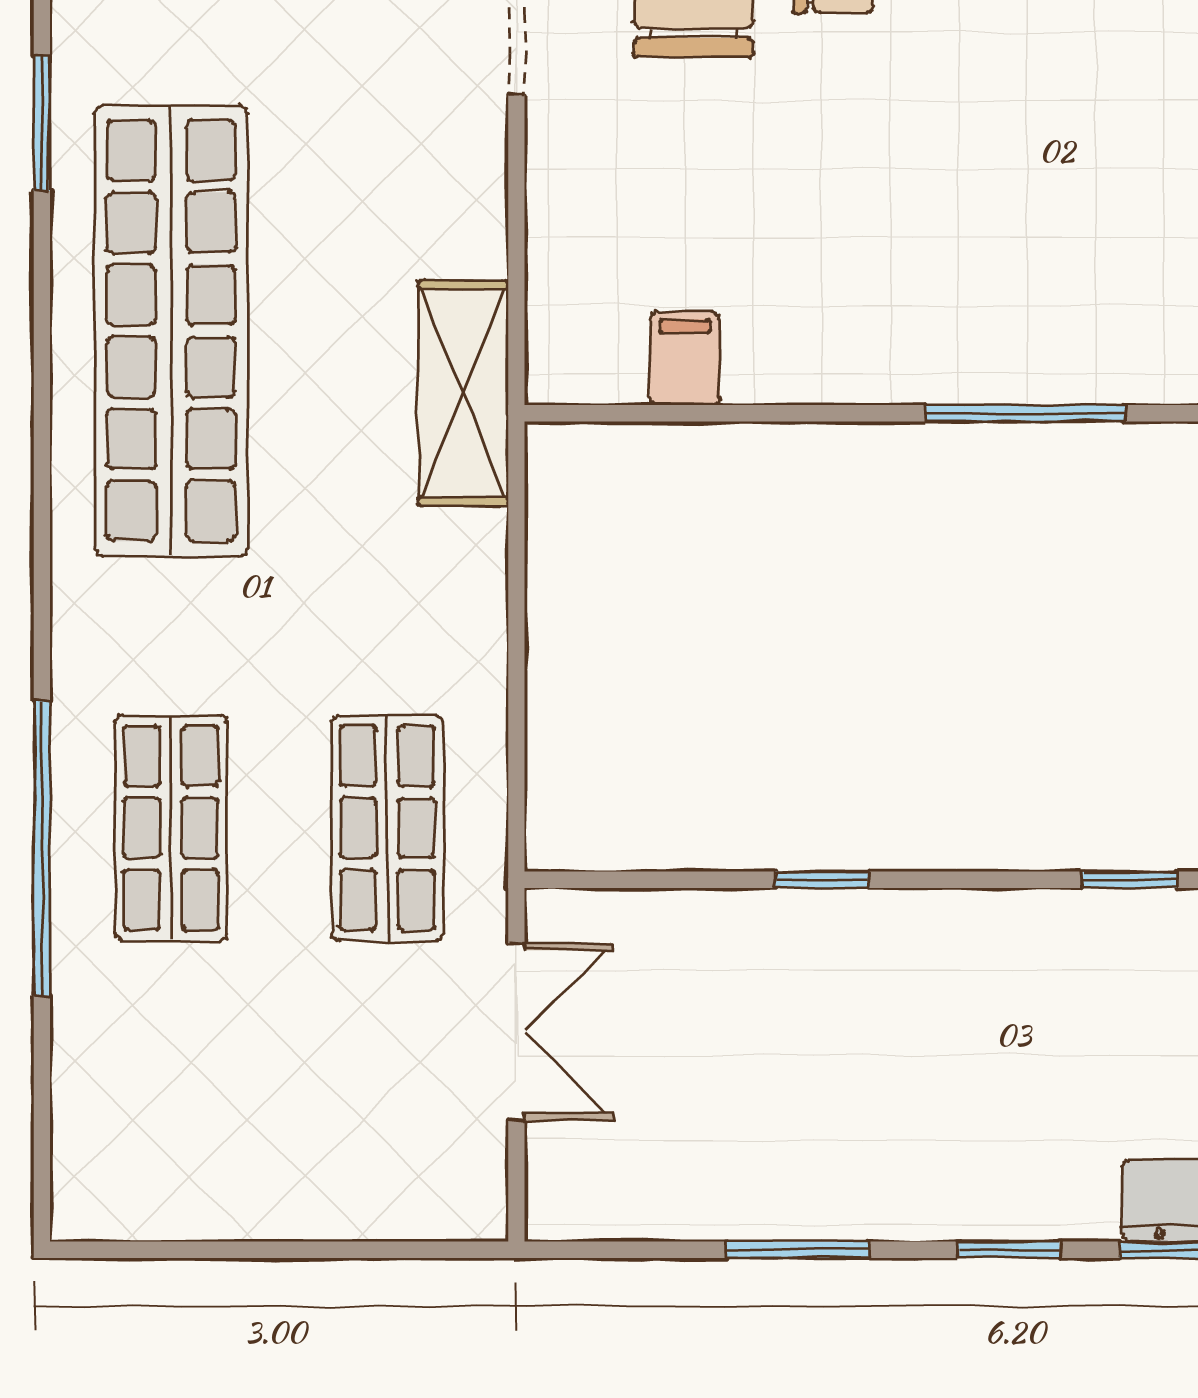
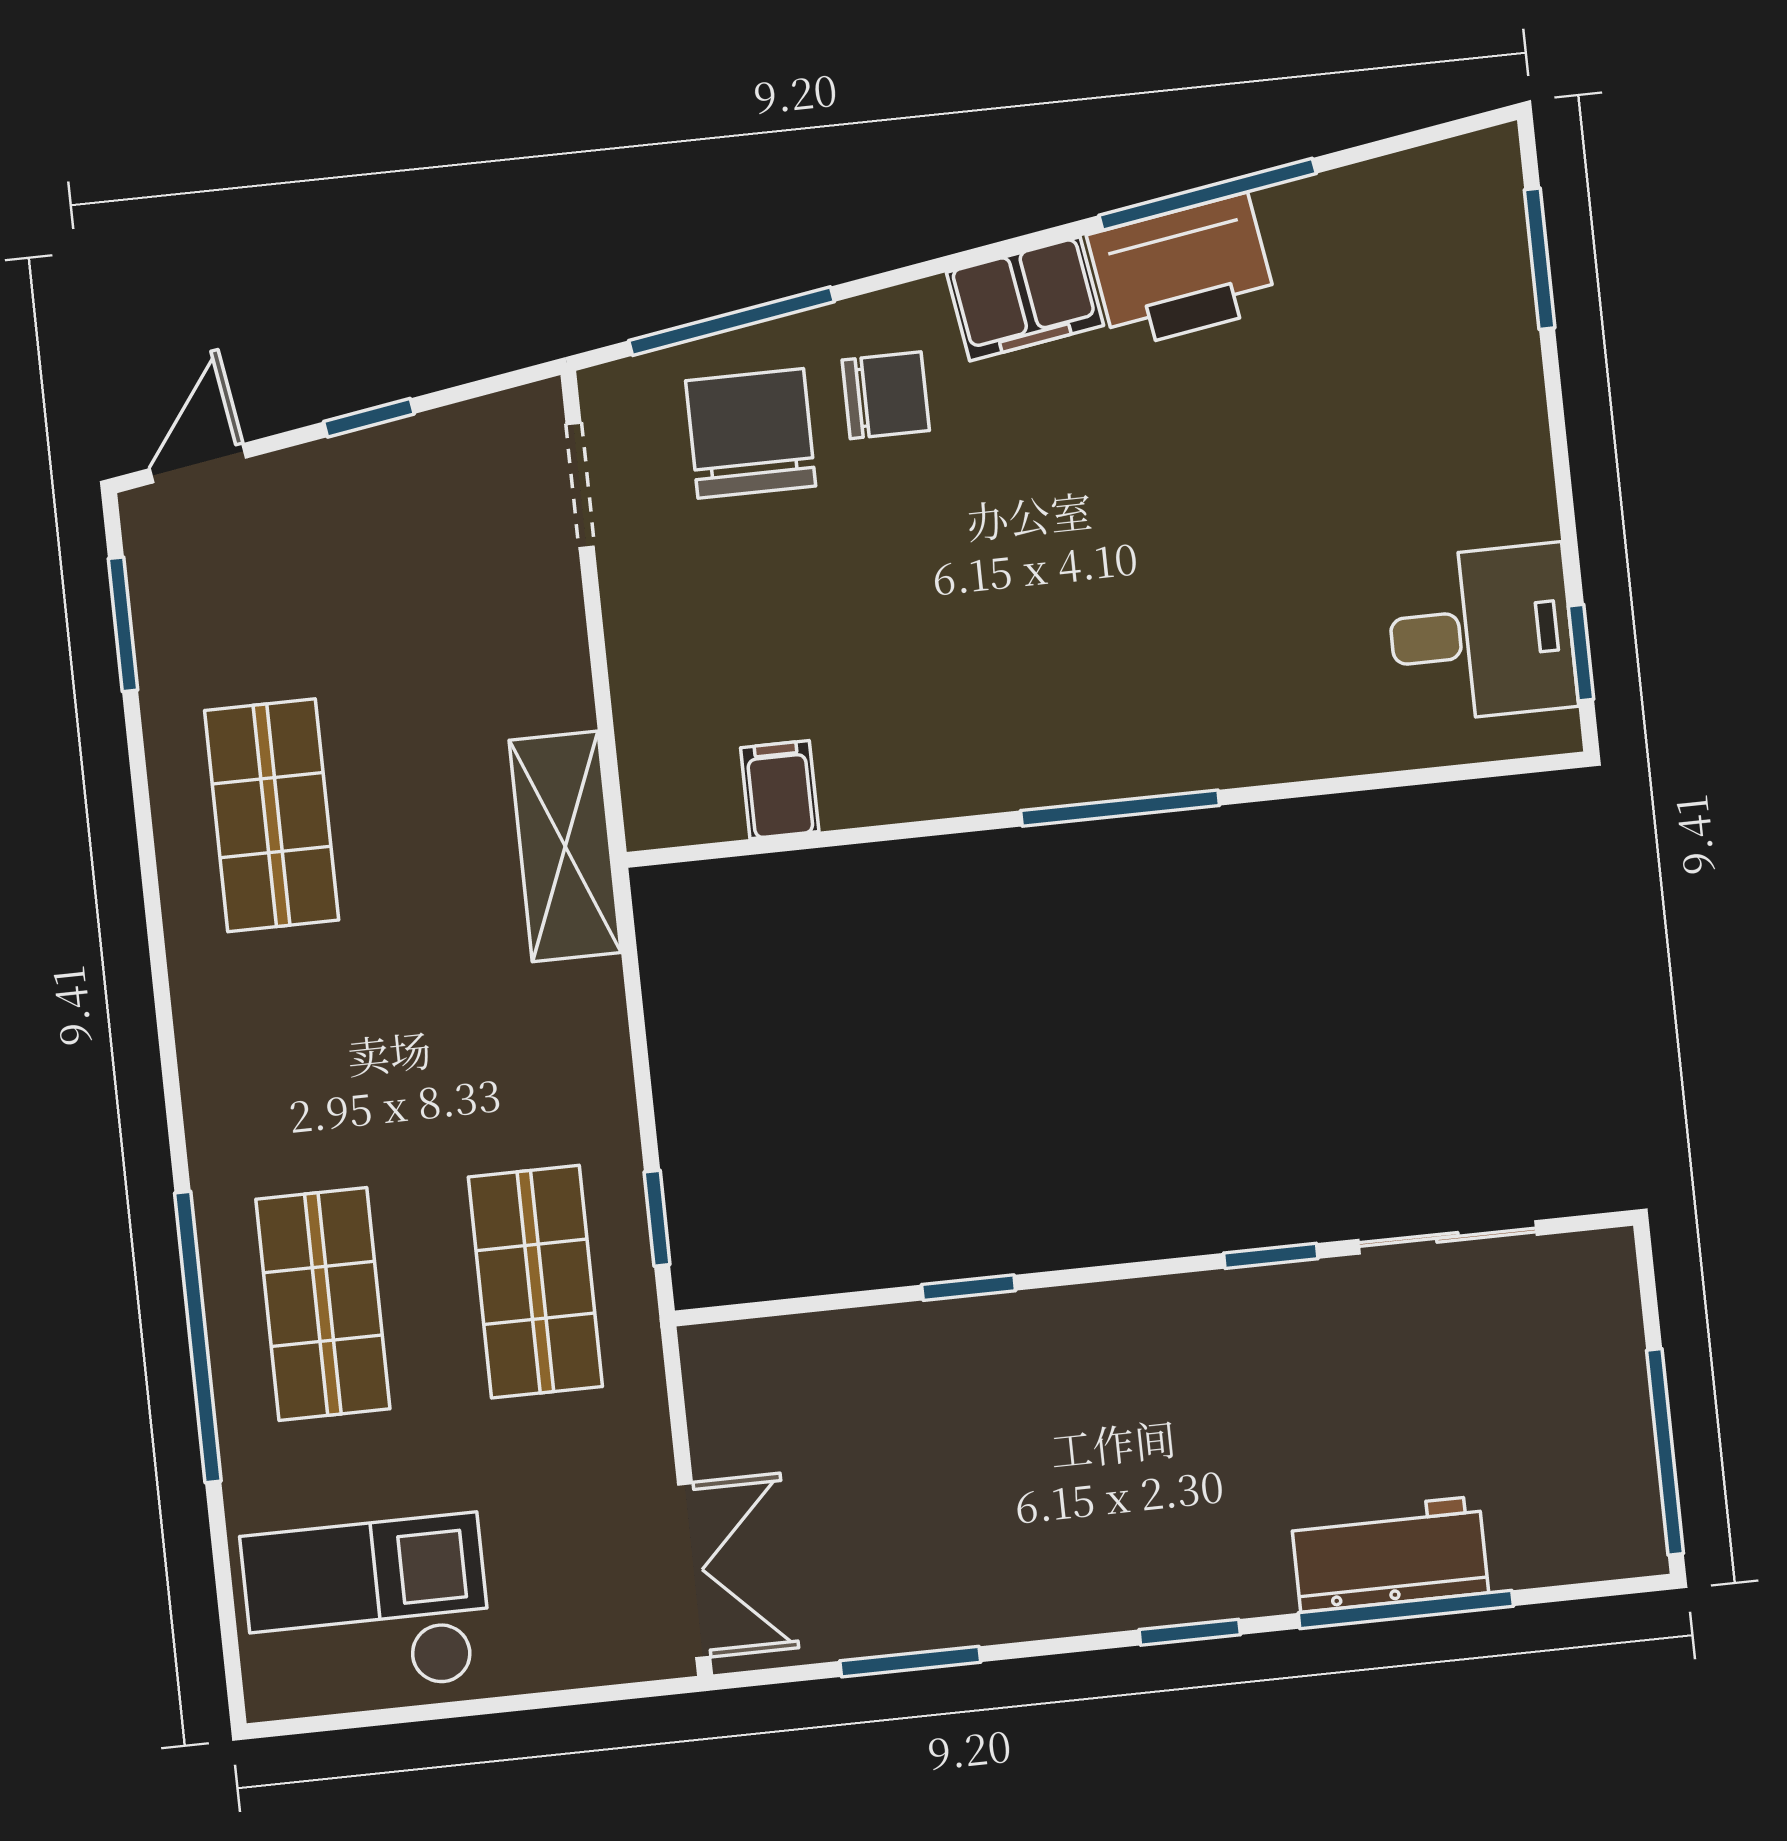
shop shelf: (171, 331) -> (272, 815), width x0.50, depth x0.74
window: (516, 777) -> (657, 1218), added
double door: (516, 1032) -> (694, 1571), moved
checkout: (183, 1138) -> (367, 1607), added
window: (798, 1250) -> (910, 1662), moved

